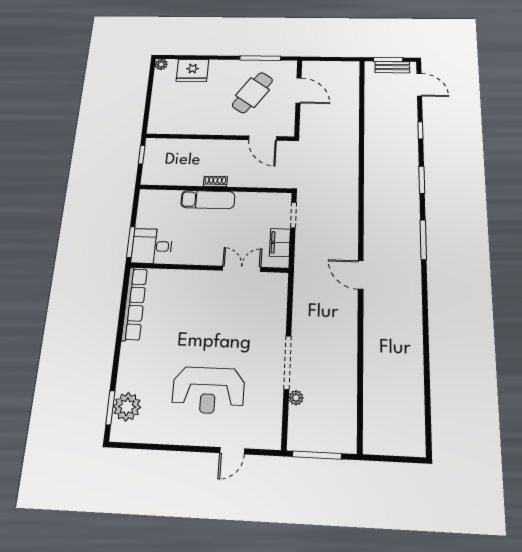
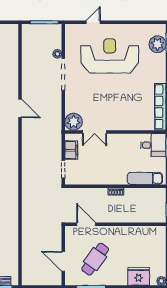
exam couch: (208, 200) -> (145, 178), moved
door: (361, 275) -> (20, 108), moved
plant: (274, 286) -> (74, 122), added
reception desk: (208, 390) -> (110, 56), width x1.36, depth x1.30

